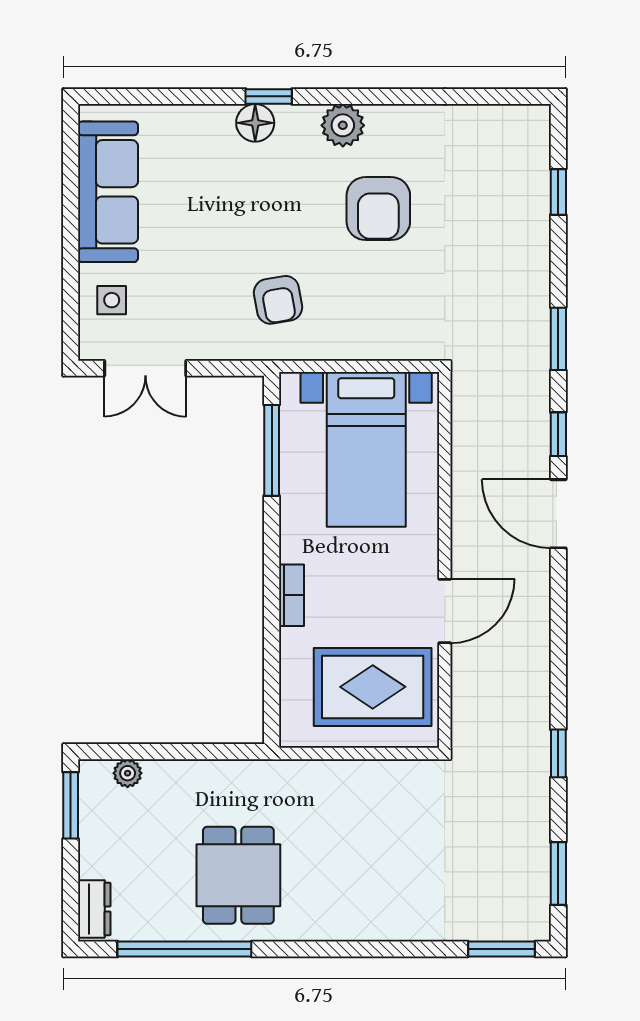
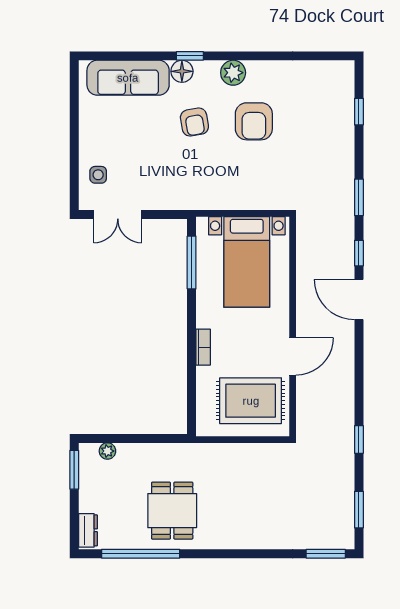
sofa: (108, 192) -> (128, 78), moved, turned 90
armchair: (278, 300) -> (194, 122), moved

